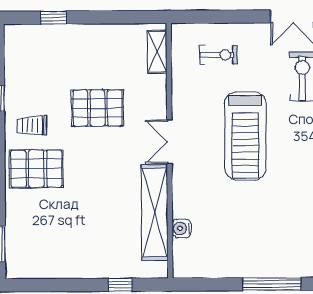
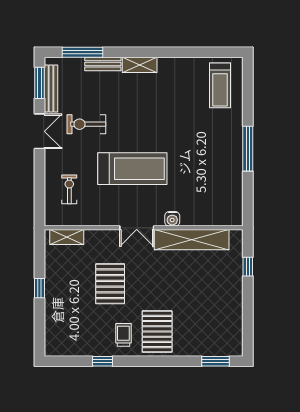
window: (53, 18) -> (40, 288), moved
trolley: (32, 125) -> (123, 335), turned 180
water cooler: (181, 228) -> (172, 219), moved

